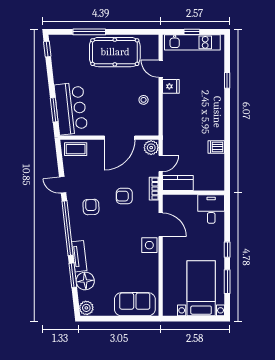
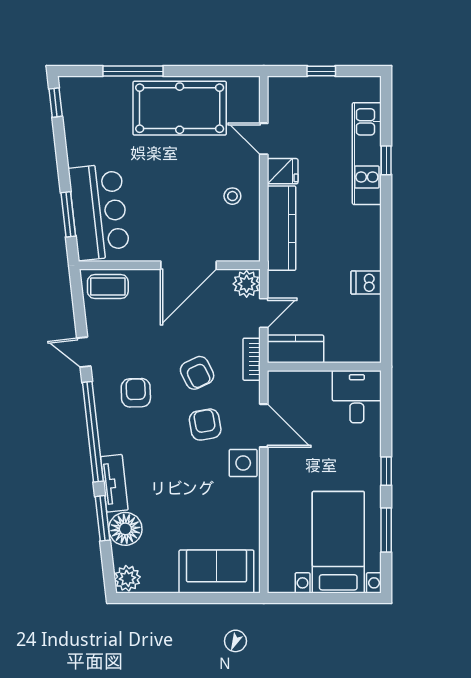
kitchen unit: (192, 42) -> (367, 154), moved, turned 90
kitchen counter: (170, 117) -> (282, 228), added
armchair: (124, 196) -> (197, 373), turned -116
armchair: (129, 224) -> (205, 425), added

